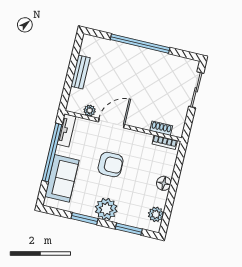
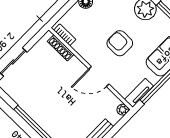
plant: (90, 110) -> (123, 110), moved
shoe rack: (161, 128) -> (61, 48), width x1.43

